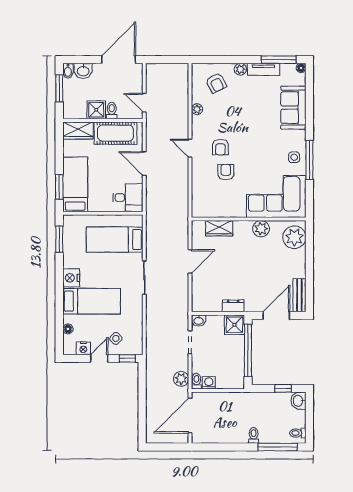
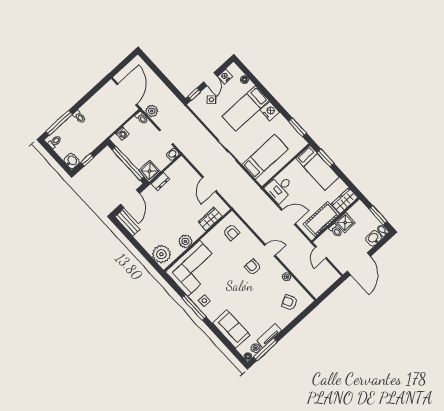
plant: (240, 69) -> (256, 348), moved
door: (144, 103) -> (321, 252), swing flipped
armchair: (226, 172) -> (232, 232), moved
washing machine: (209, 383) -> (122, 134), moved

